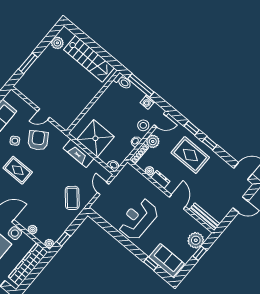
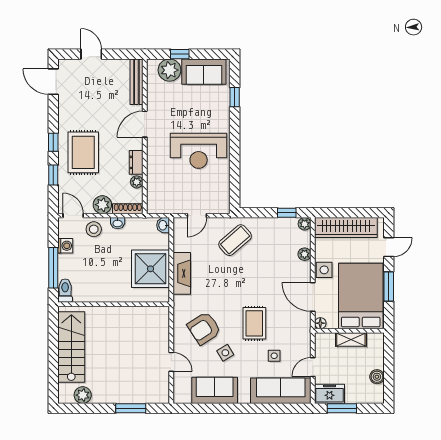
door: (44, 114) -> (171, 362), moved
sofa: (167, 260) -> (204, 72), moved, turned -90

